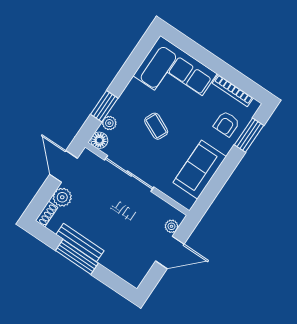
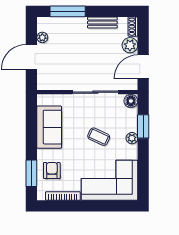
plant: (109, 123) -> (132, 138), moved
door: (64, 166) -> (143, 67), swing flipped
plant: (171, 226) -> (42, 37), moved
bench: (80, 243) -> (102, 23), width x0.73
window: (77, 257) -> (68, 11), moved

